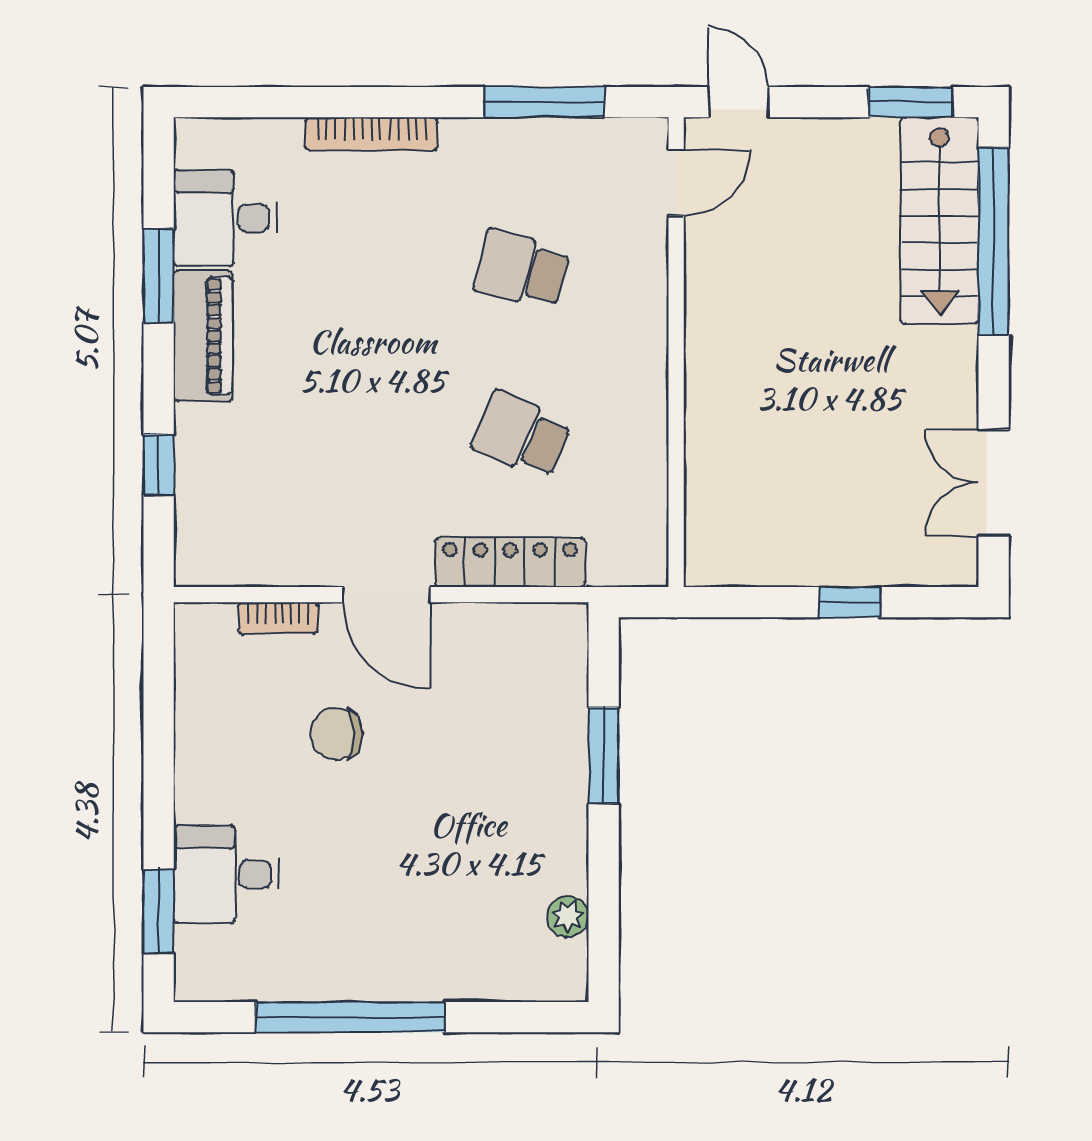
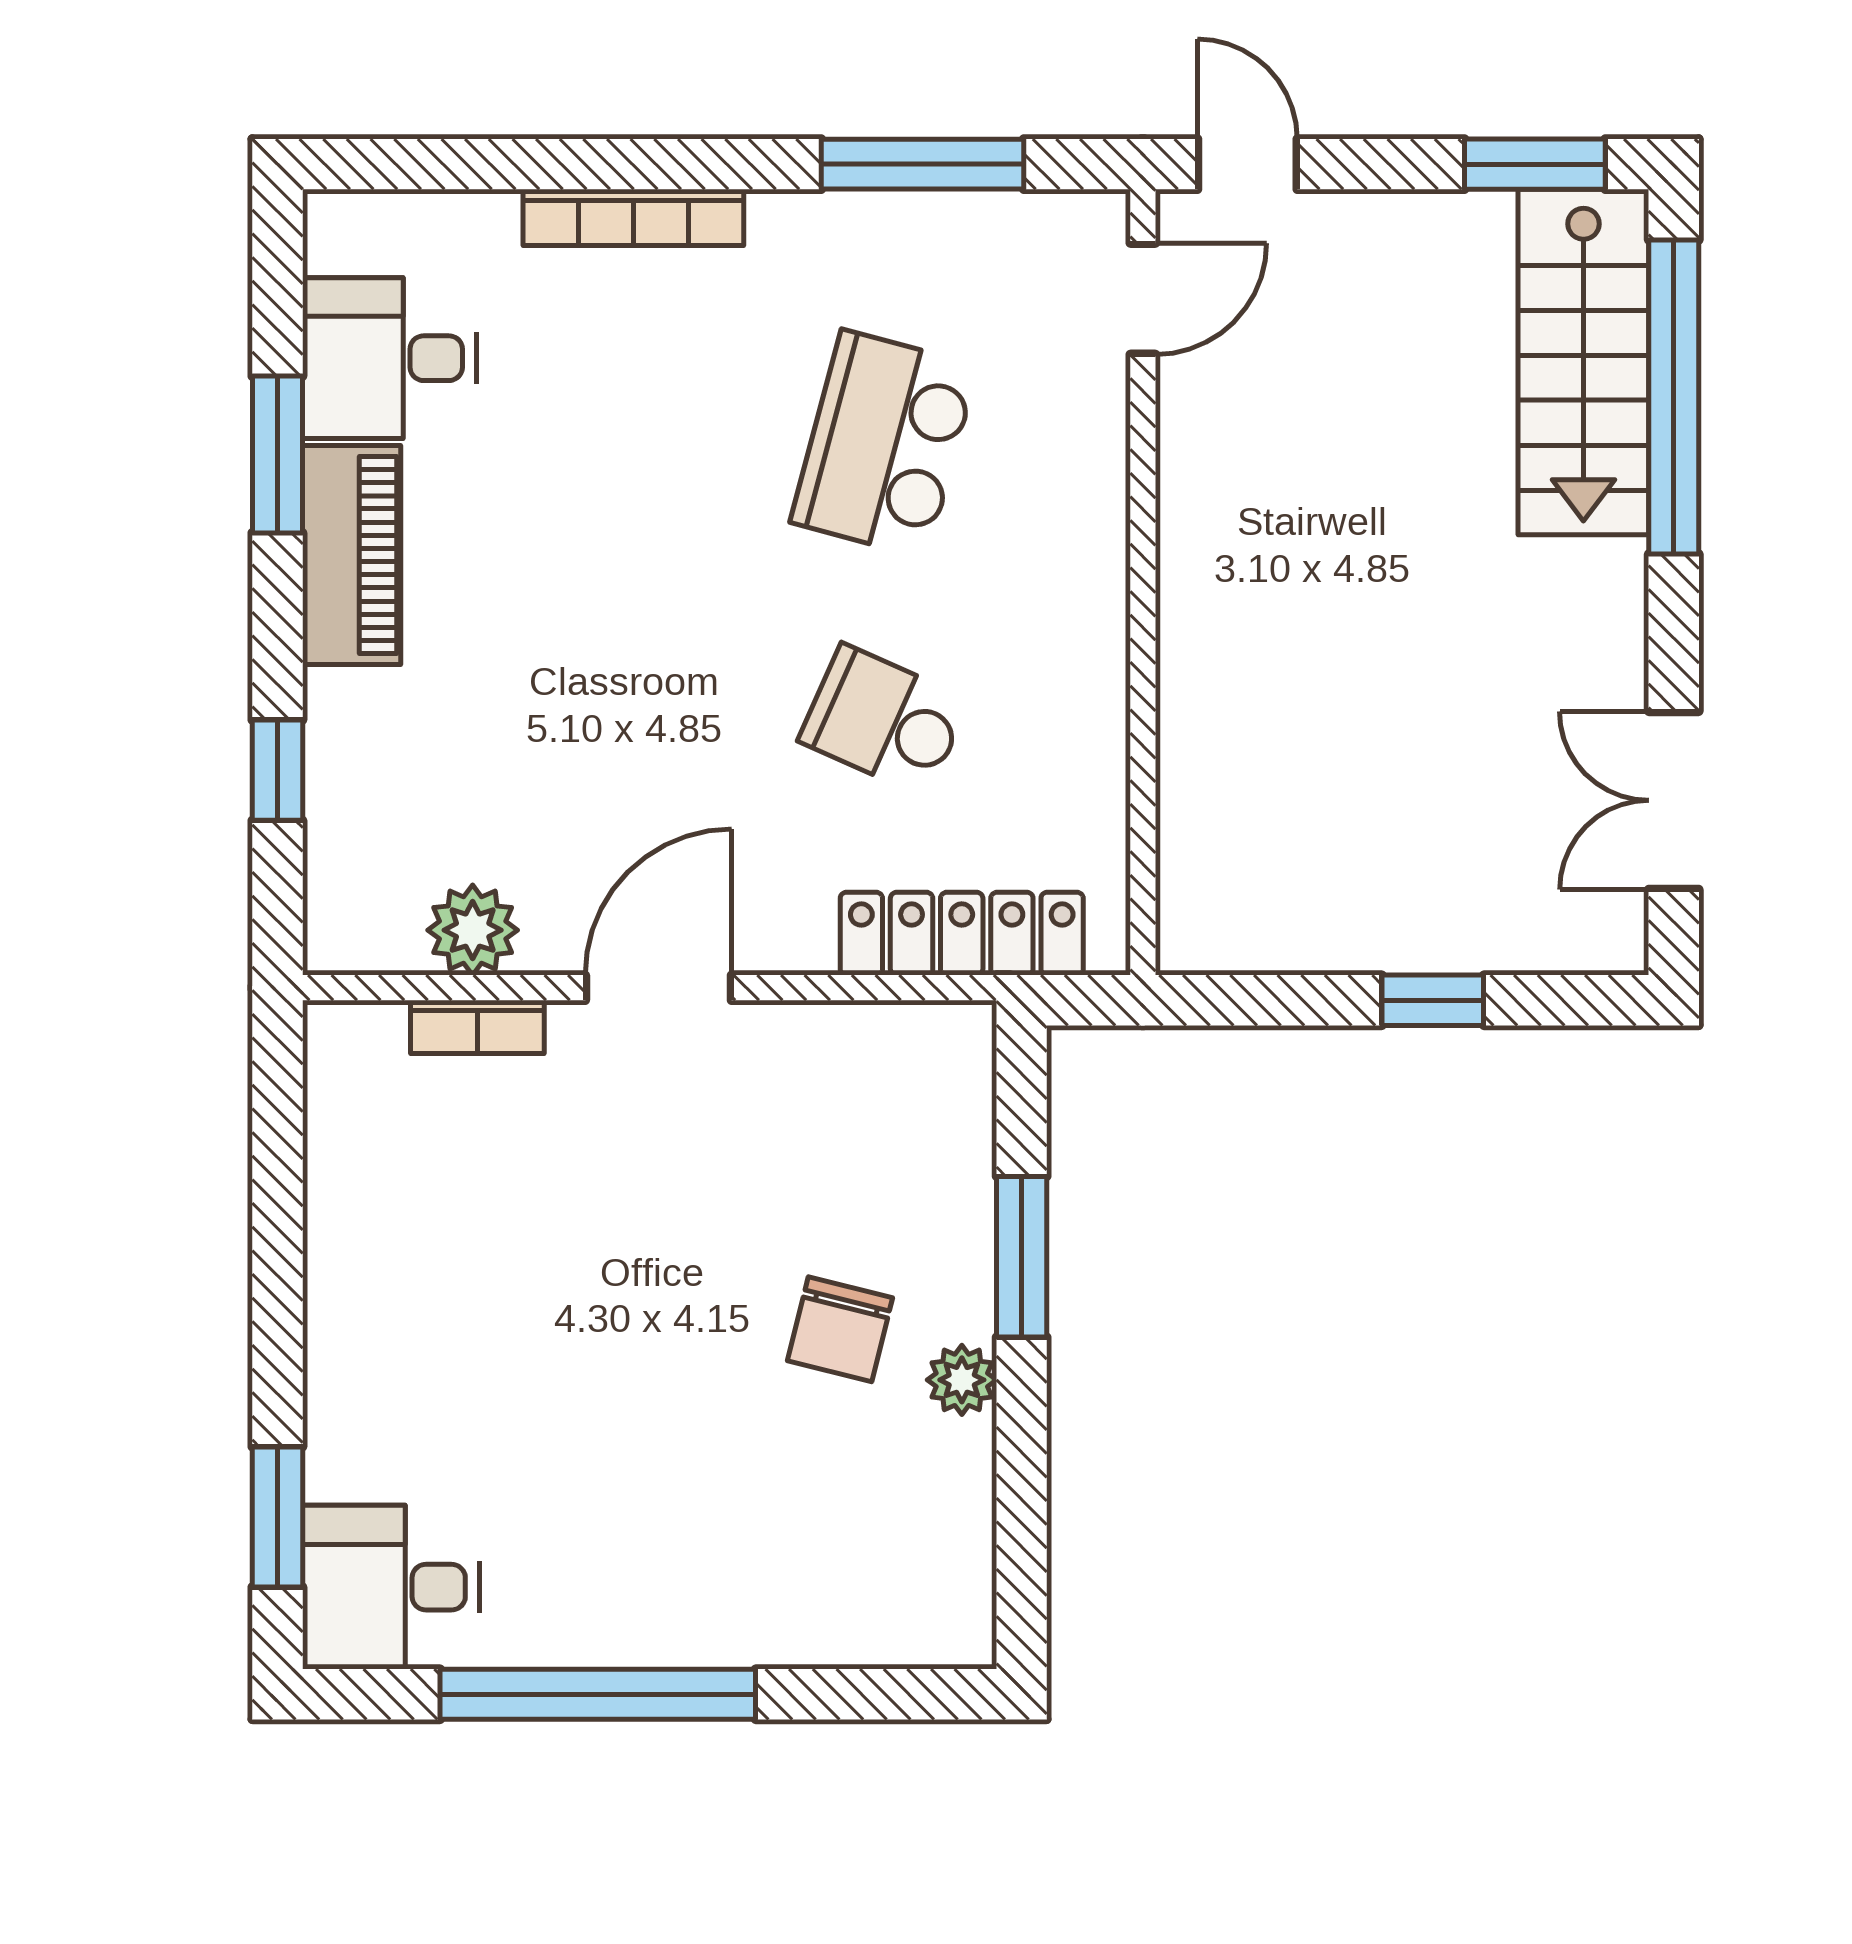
school desk: (521, 269) -> (884, 444), width x1.85
plant: (275, 560) -> (473, 930), added
locker: (510, 562) -> (962, 934), moved
door: (386, 595) -> (658, 988), swing flipped
chair: (336, 734) -> (840, 1329), moved, turned -76
desk: (226, 874) -> (391, 1587), moved
plant: (568, 916) -> (962, 1380), moved

